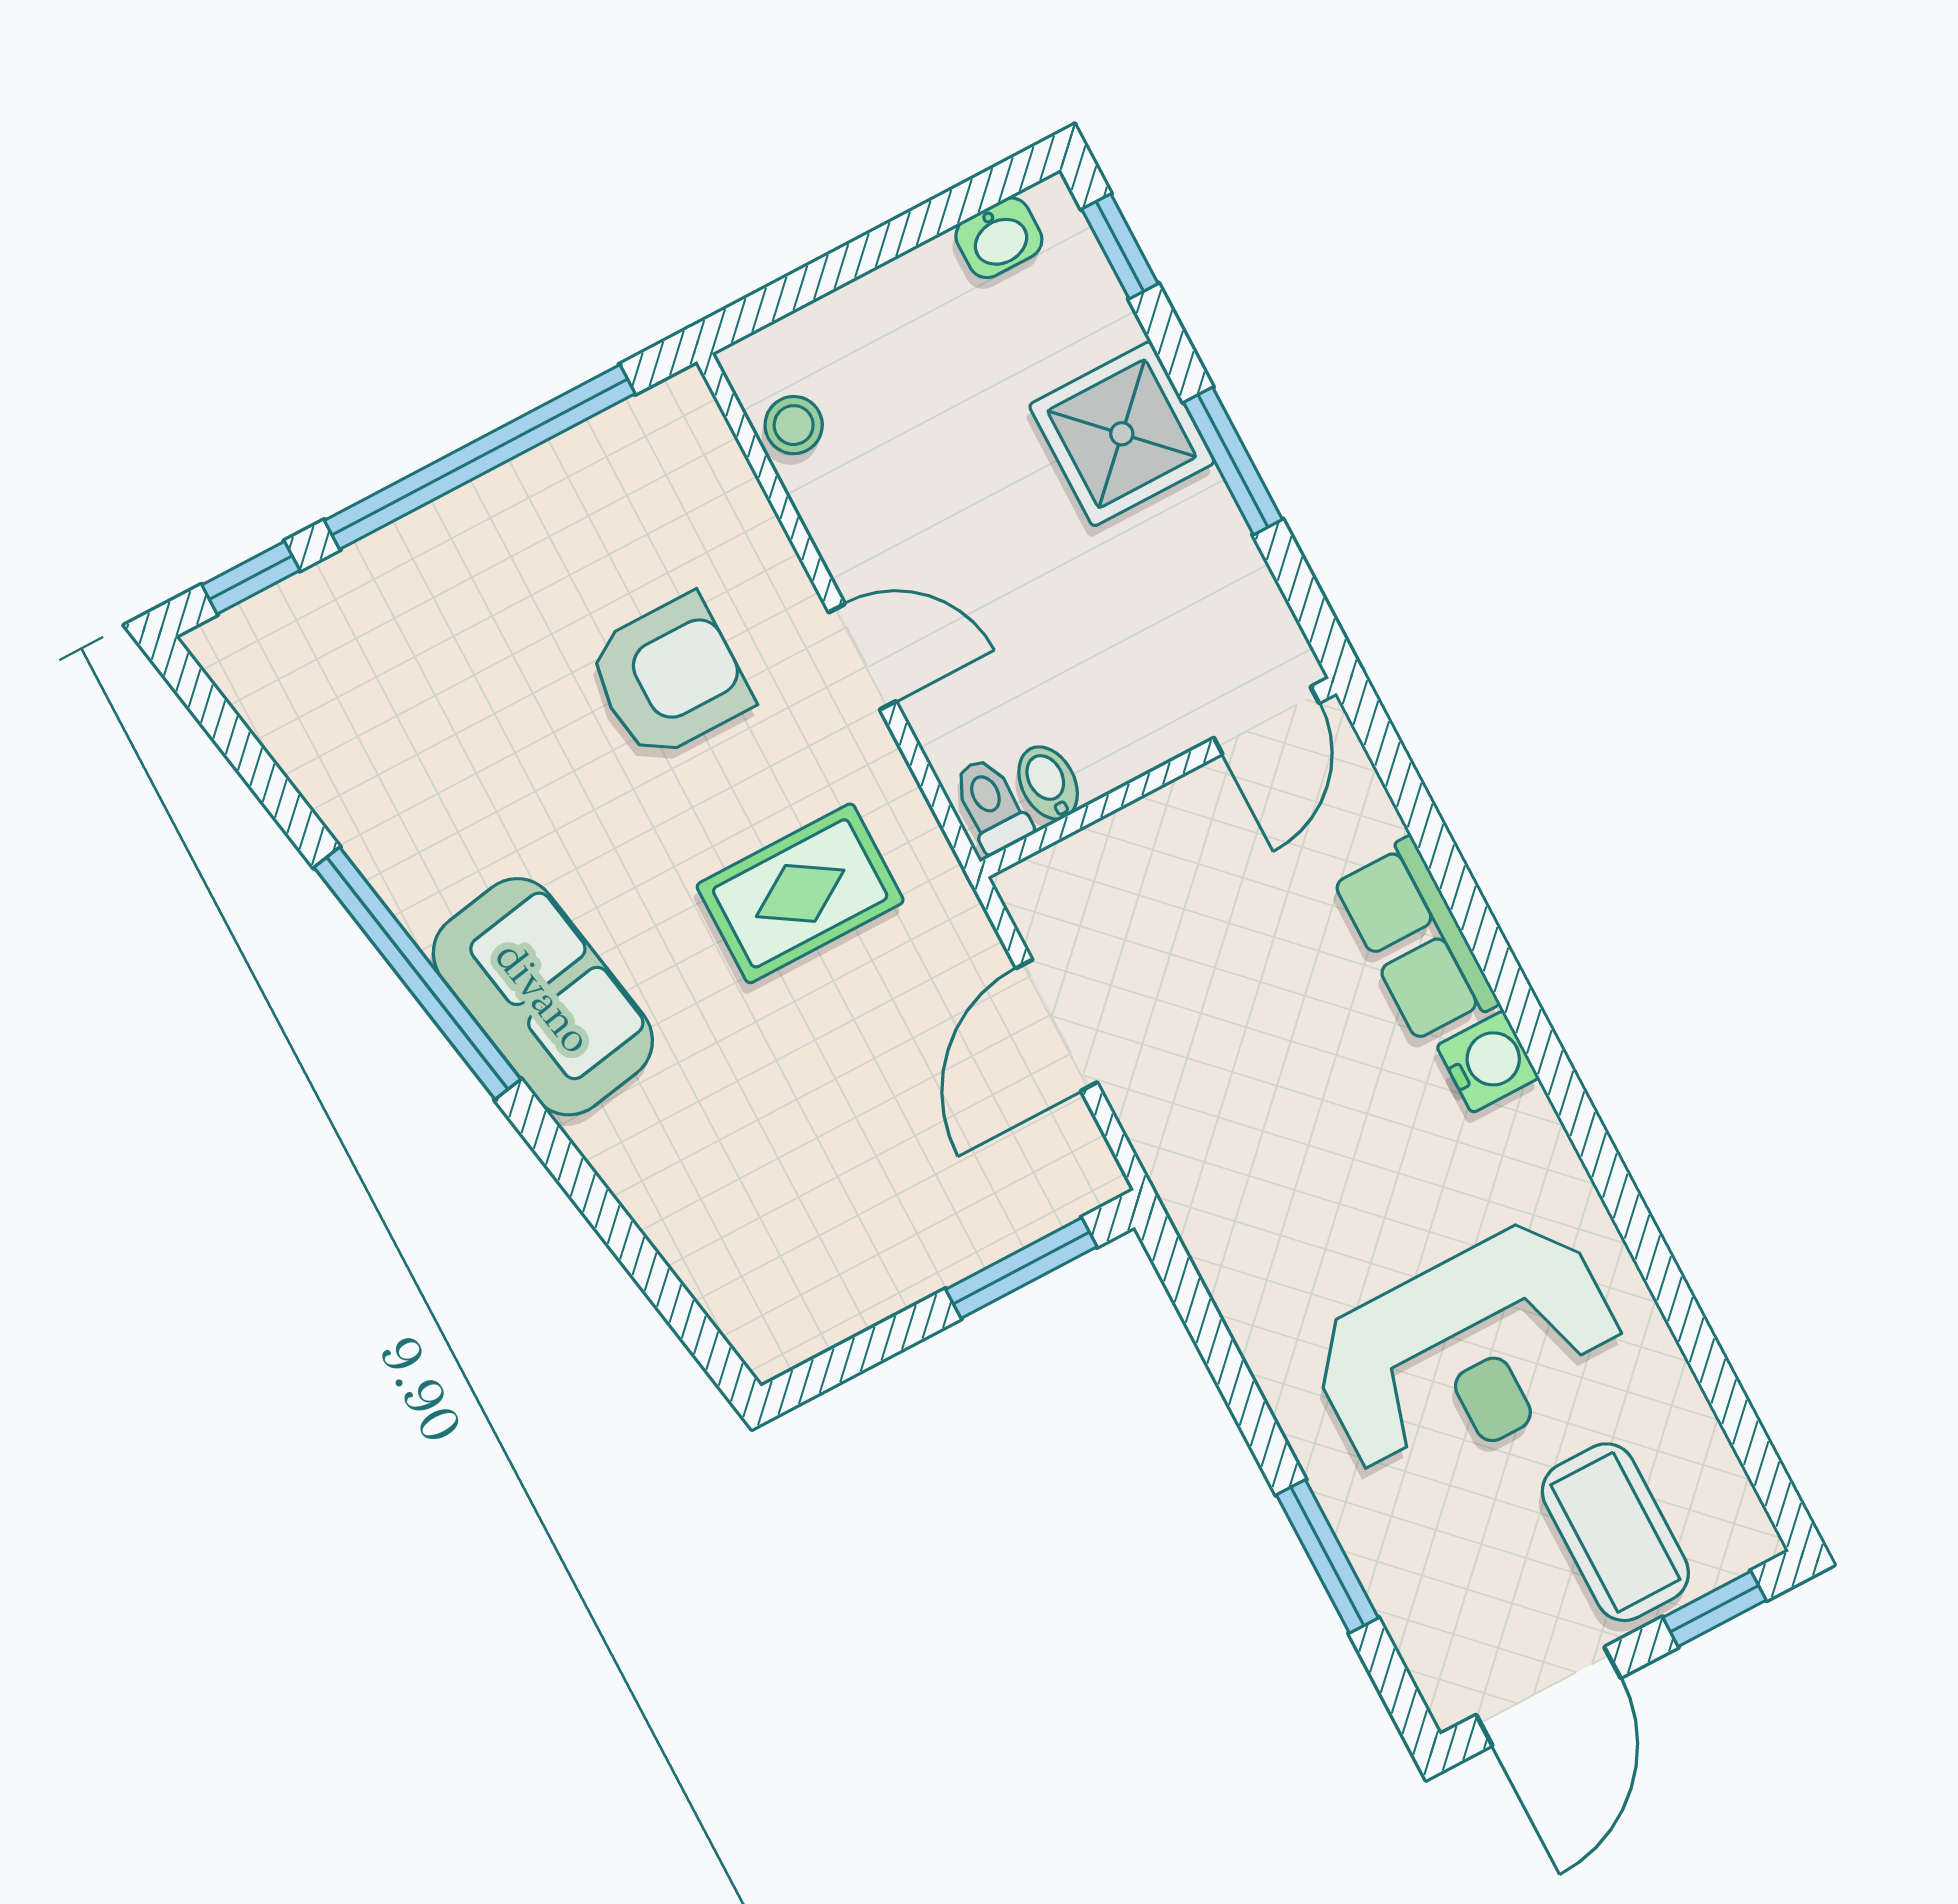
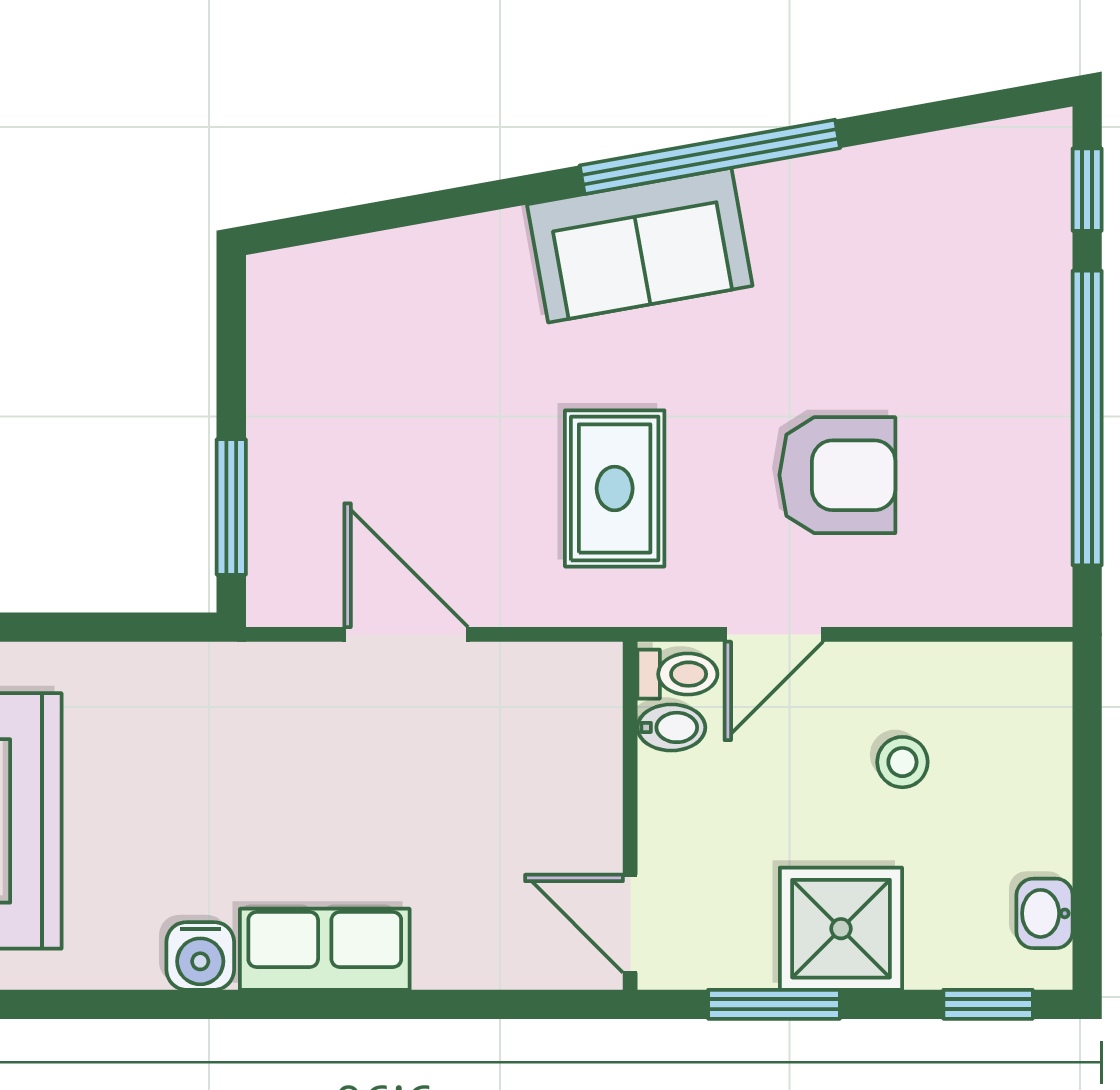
stool: (794, 425) -> (902, 762), moved
armchair: (669, 677) -> (837, 475), turned -90
door: (1267, 721) -> (630, 924), moved
wall: (1158, 778) -> (630, 816), moved
bidet: (1048, 783) -> (671, 727), moved
toilet: (991, 805) -> (677, 674), moved

